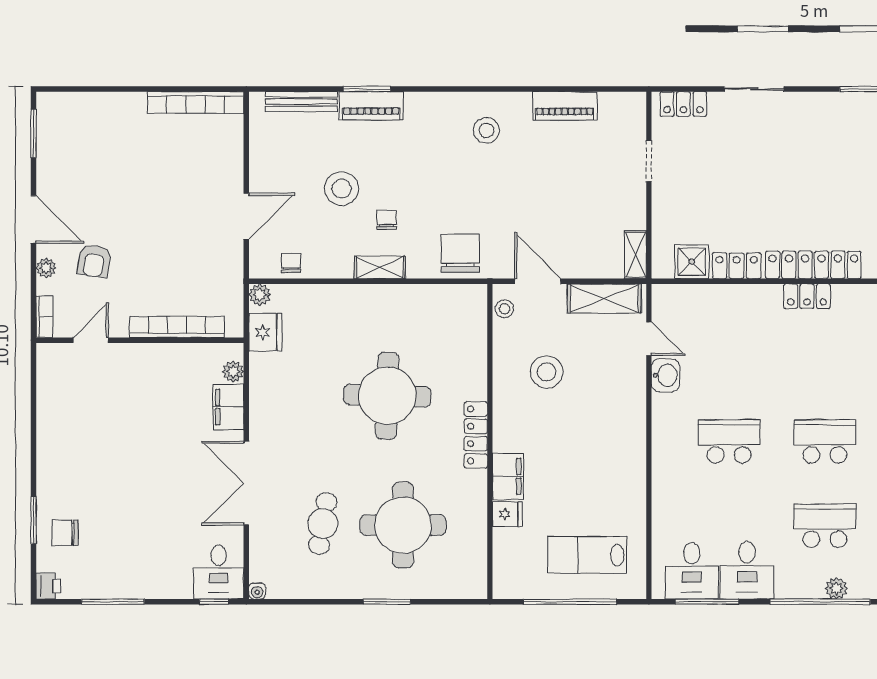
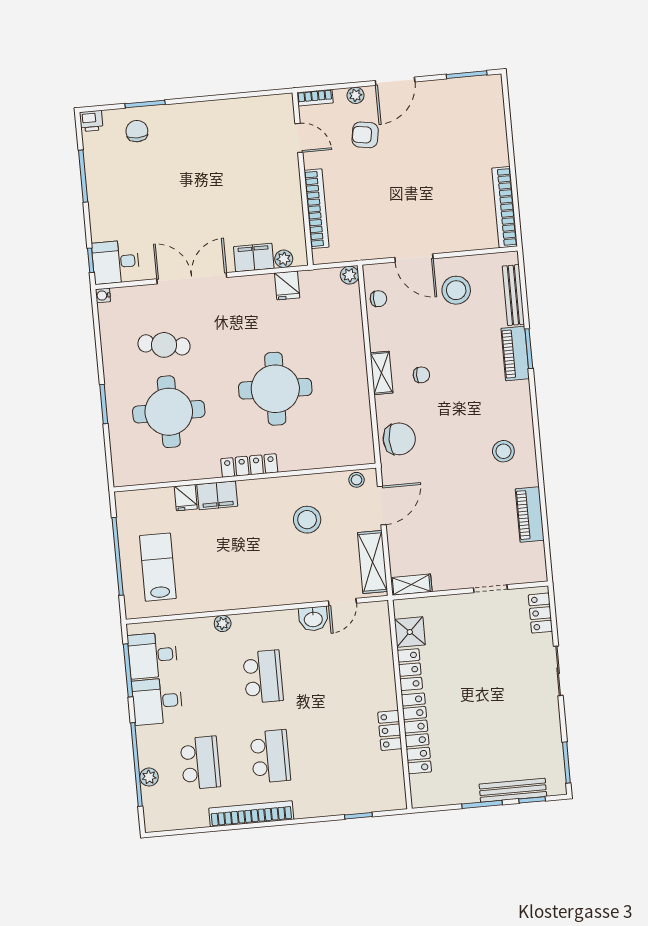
stool: (342, 189) -> (456, 290), moved
fridge: (265, 332) -> (287, 285), moved, width x0.72
plant: (661, 484) -> (223, 623), added

